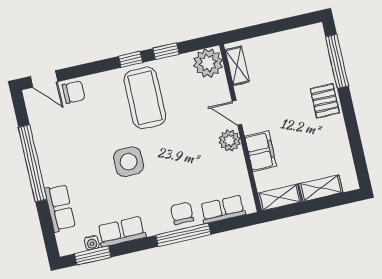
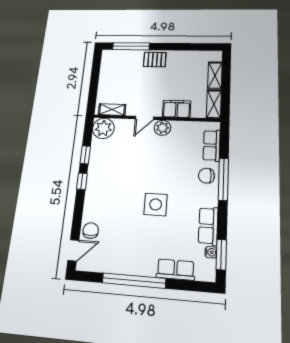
coffee table: (145, 98) -> (113, 179), removed

